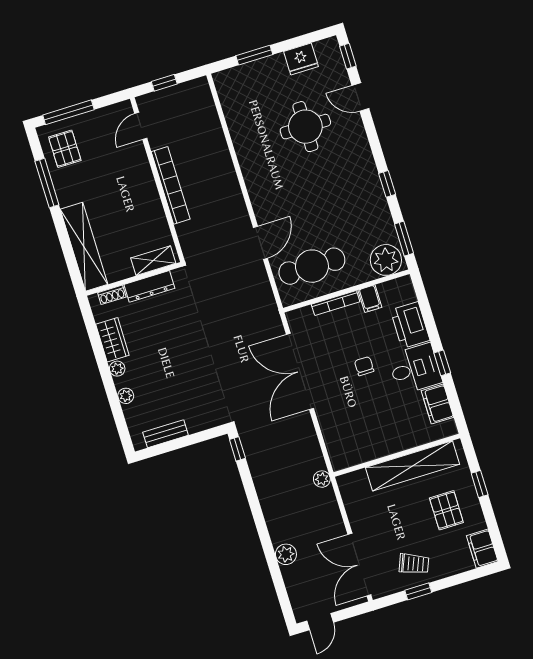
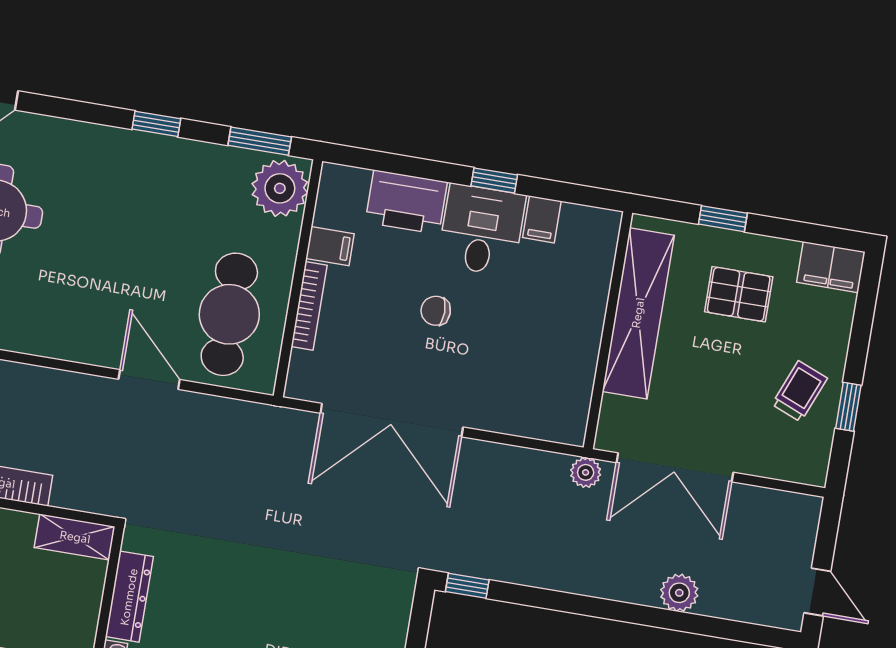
shelving: (153, 261) -> (75, 537), moved, turned 90
filing cabinet: (437, 404) -> (542, 219), width x0.50
double door: (359, 565) -> (675, 467), moved

